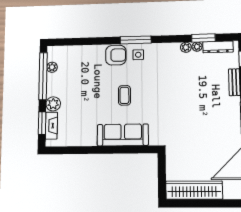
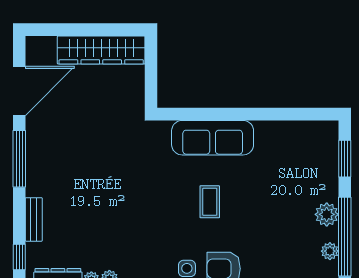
plant: (53, 104) -> (327, 214), moved
fireplace: (51, 126) -> (329, 154), removed

